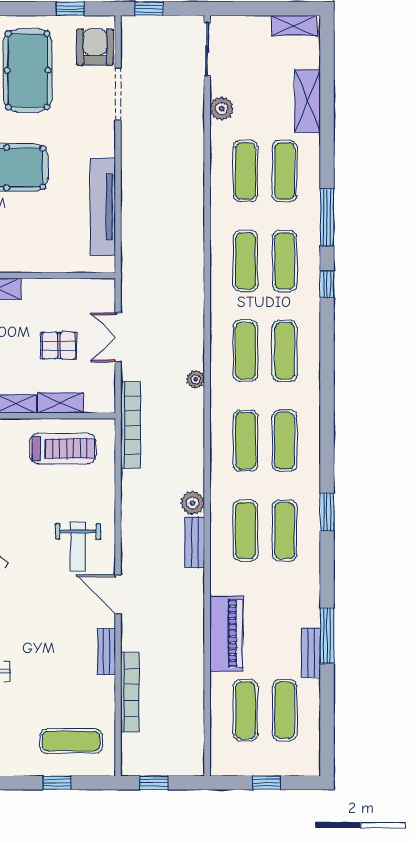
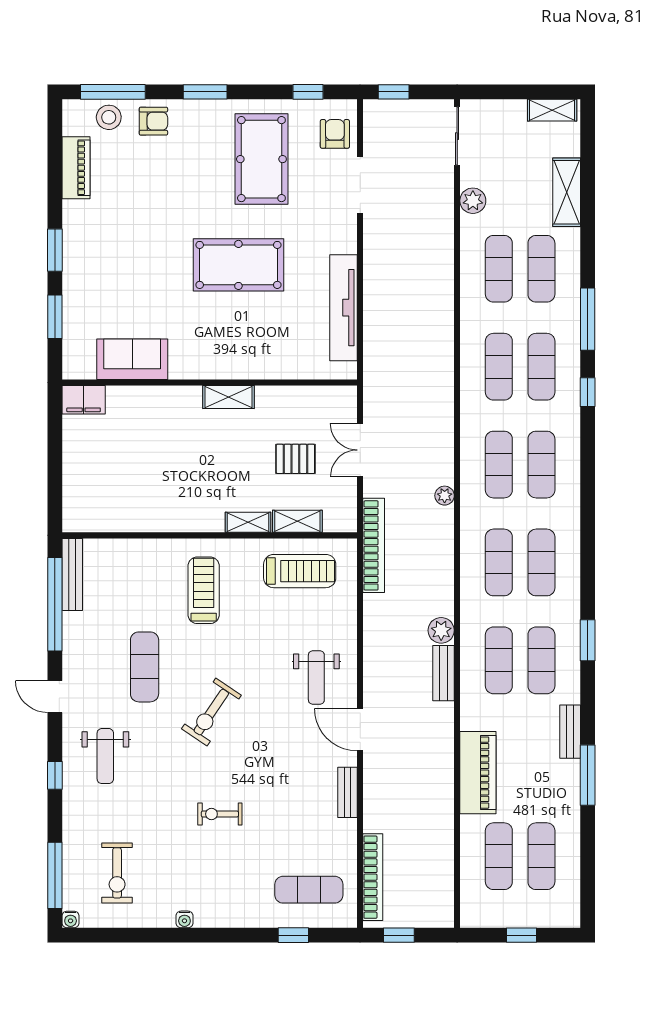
armchair: (95, 47) -> (335, 134), width x0.72, depth x0.72
bench: (311, 653) -> (570, 732), moved
bookcase: (130, 692) -> (373, 877), moved

